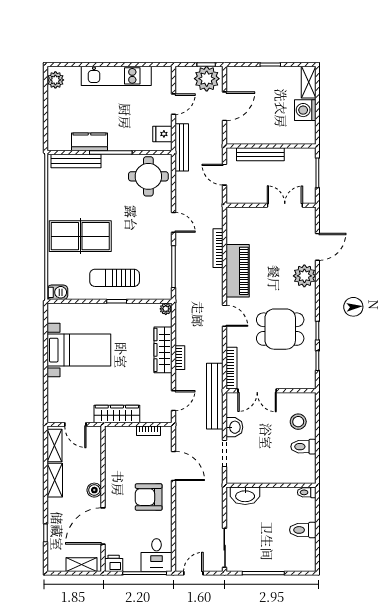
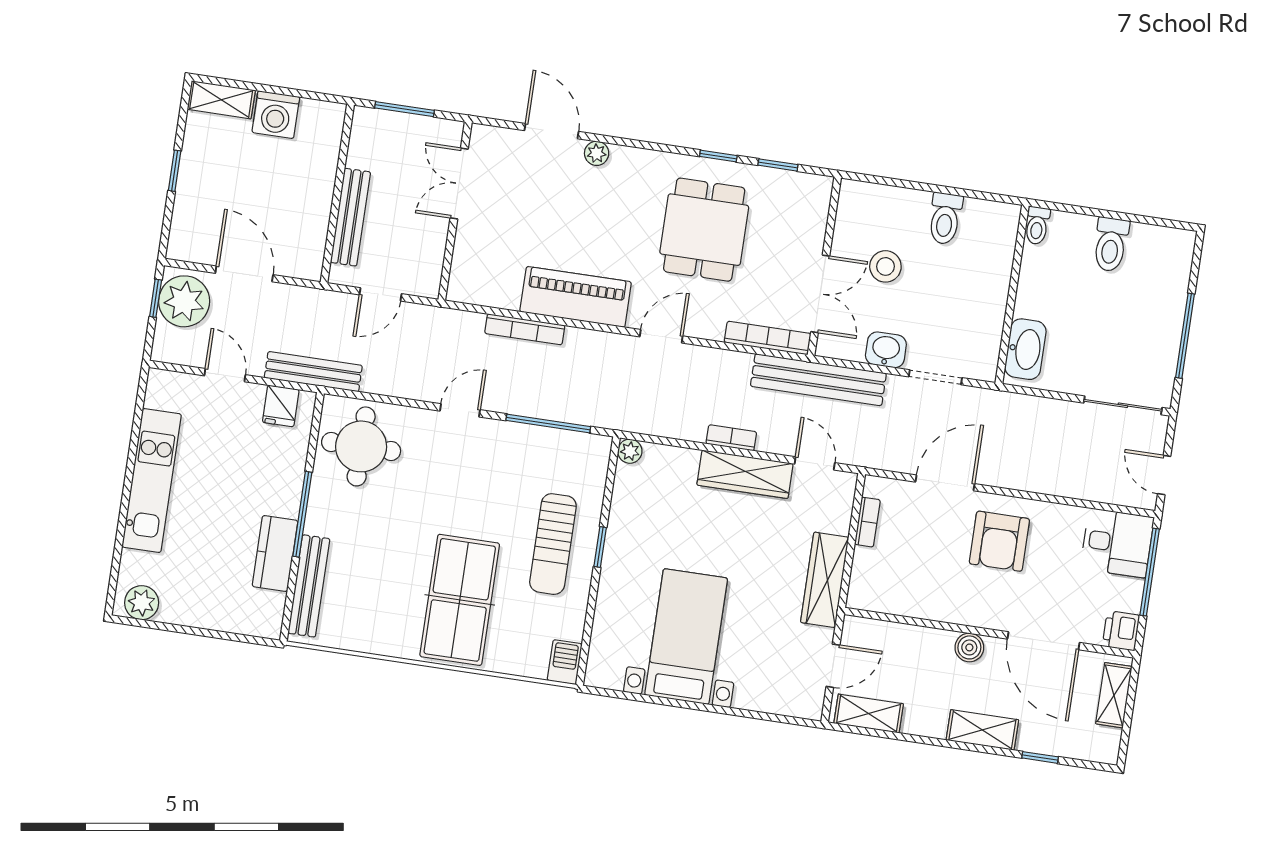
plant: (304, 276) -> (597, 153), width x0.53, depth x0.53
wardrobe: (163, 350) -> (745, 474), moved
stool: (298, 422) -> (885, 266), moved
shelving: (55, 480) -> (982, 730), moved

